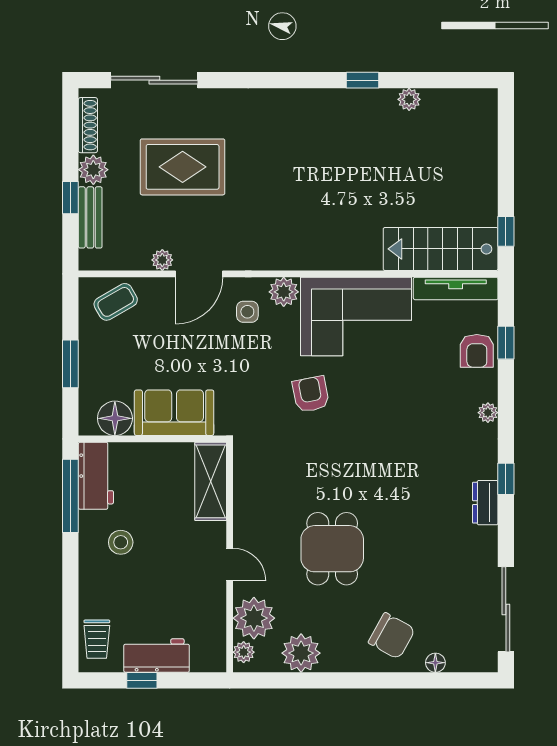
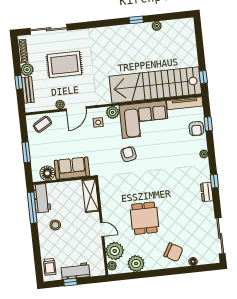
stairs: (441, 249) -> (155, 85), width x1.86, depth x1.51

